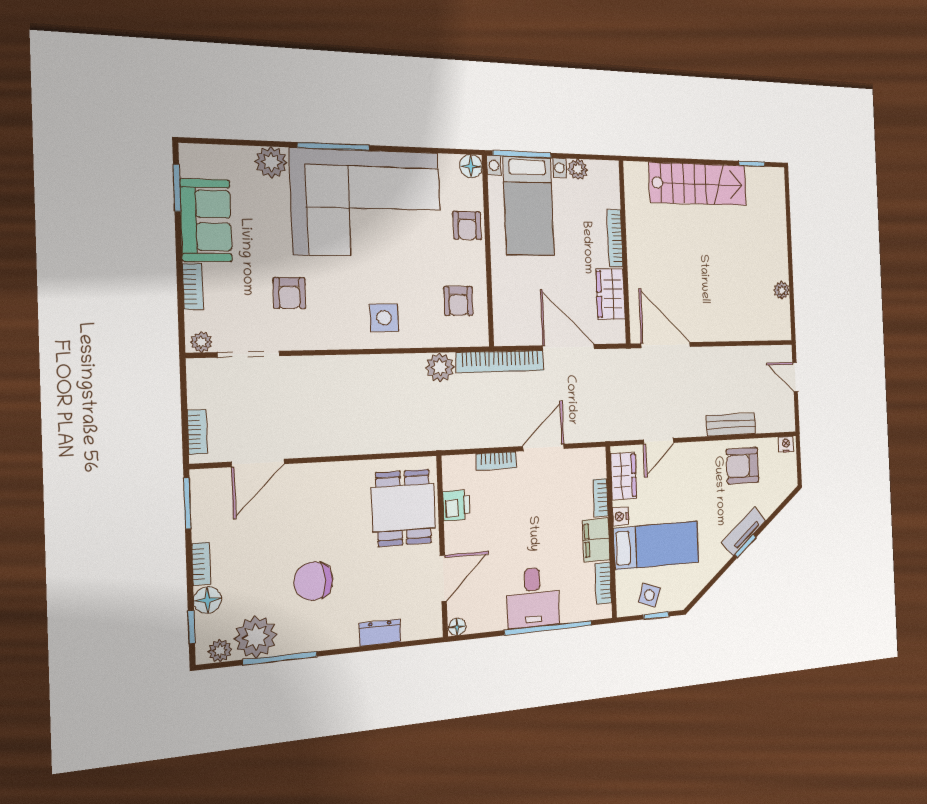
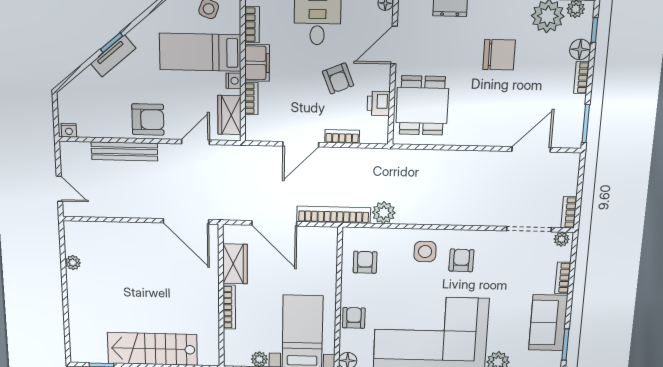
armchair: (289, 293) -> (461, 260), moved
bench: (731, 424) -> (124, 151), width x1.36
bookcase: (197, 432) -> (569, 212), moved
armchair: (743, 466) -> (148, 120), moved
armchair: (505, 531) -> (338, 78), added

